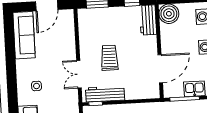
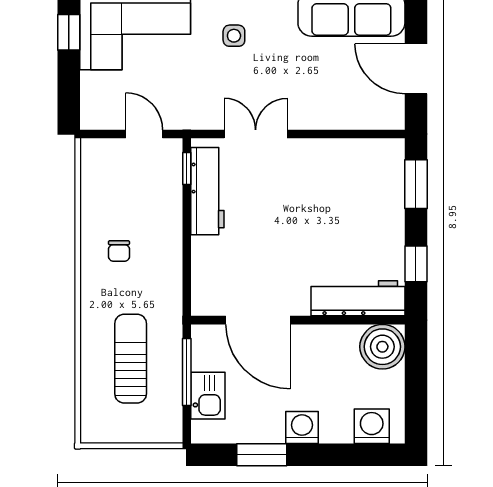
workbench: (148, 20) -> (358, 298), width x1.38
trolley: (109, 58) -> (289, 206), removed

